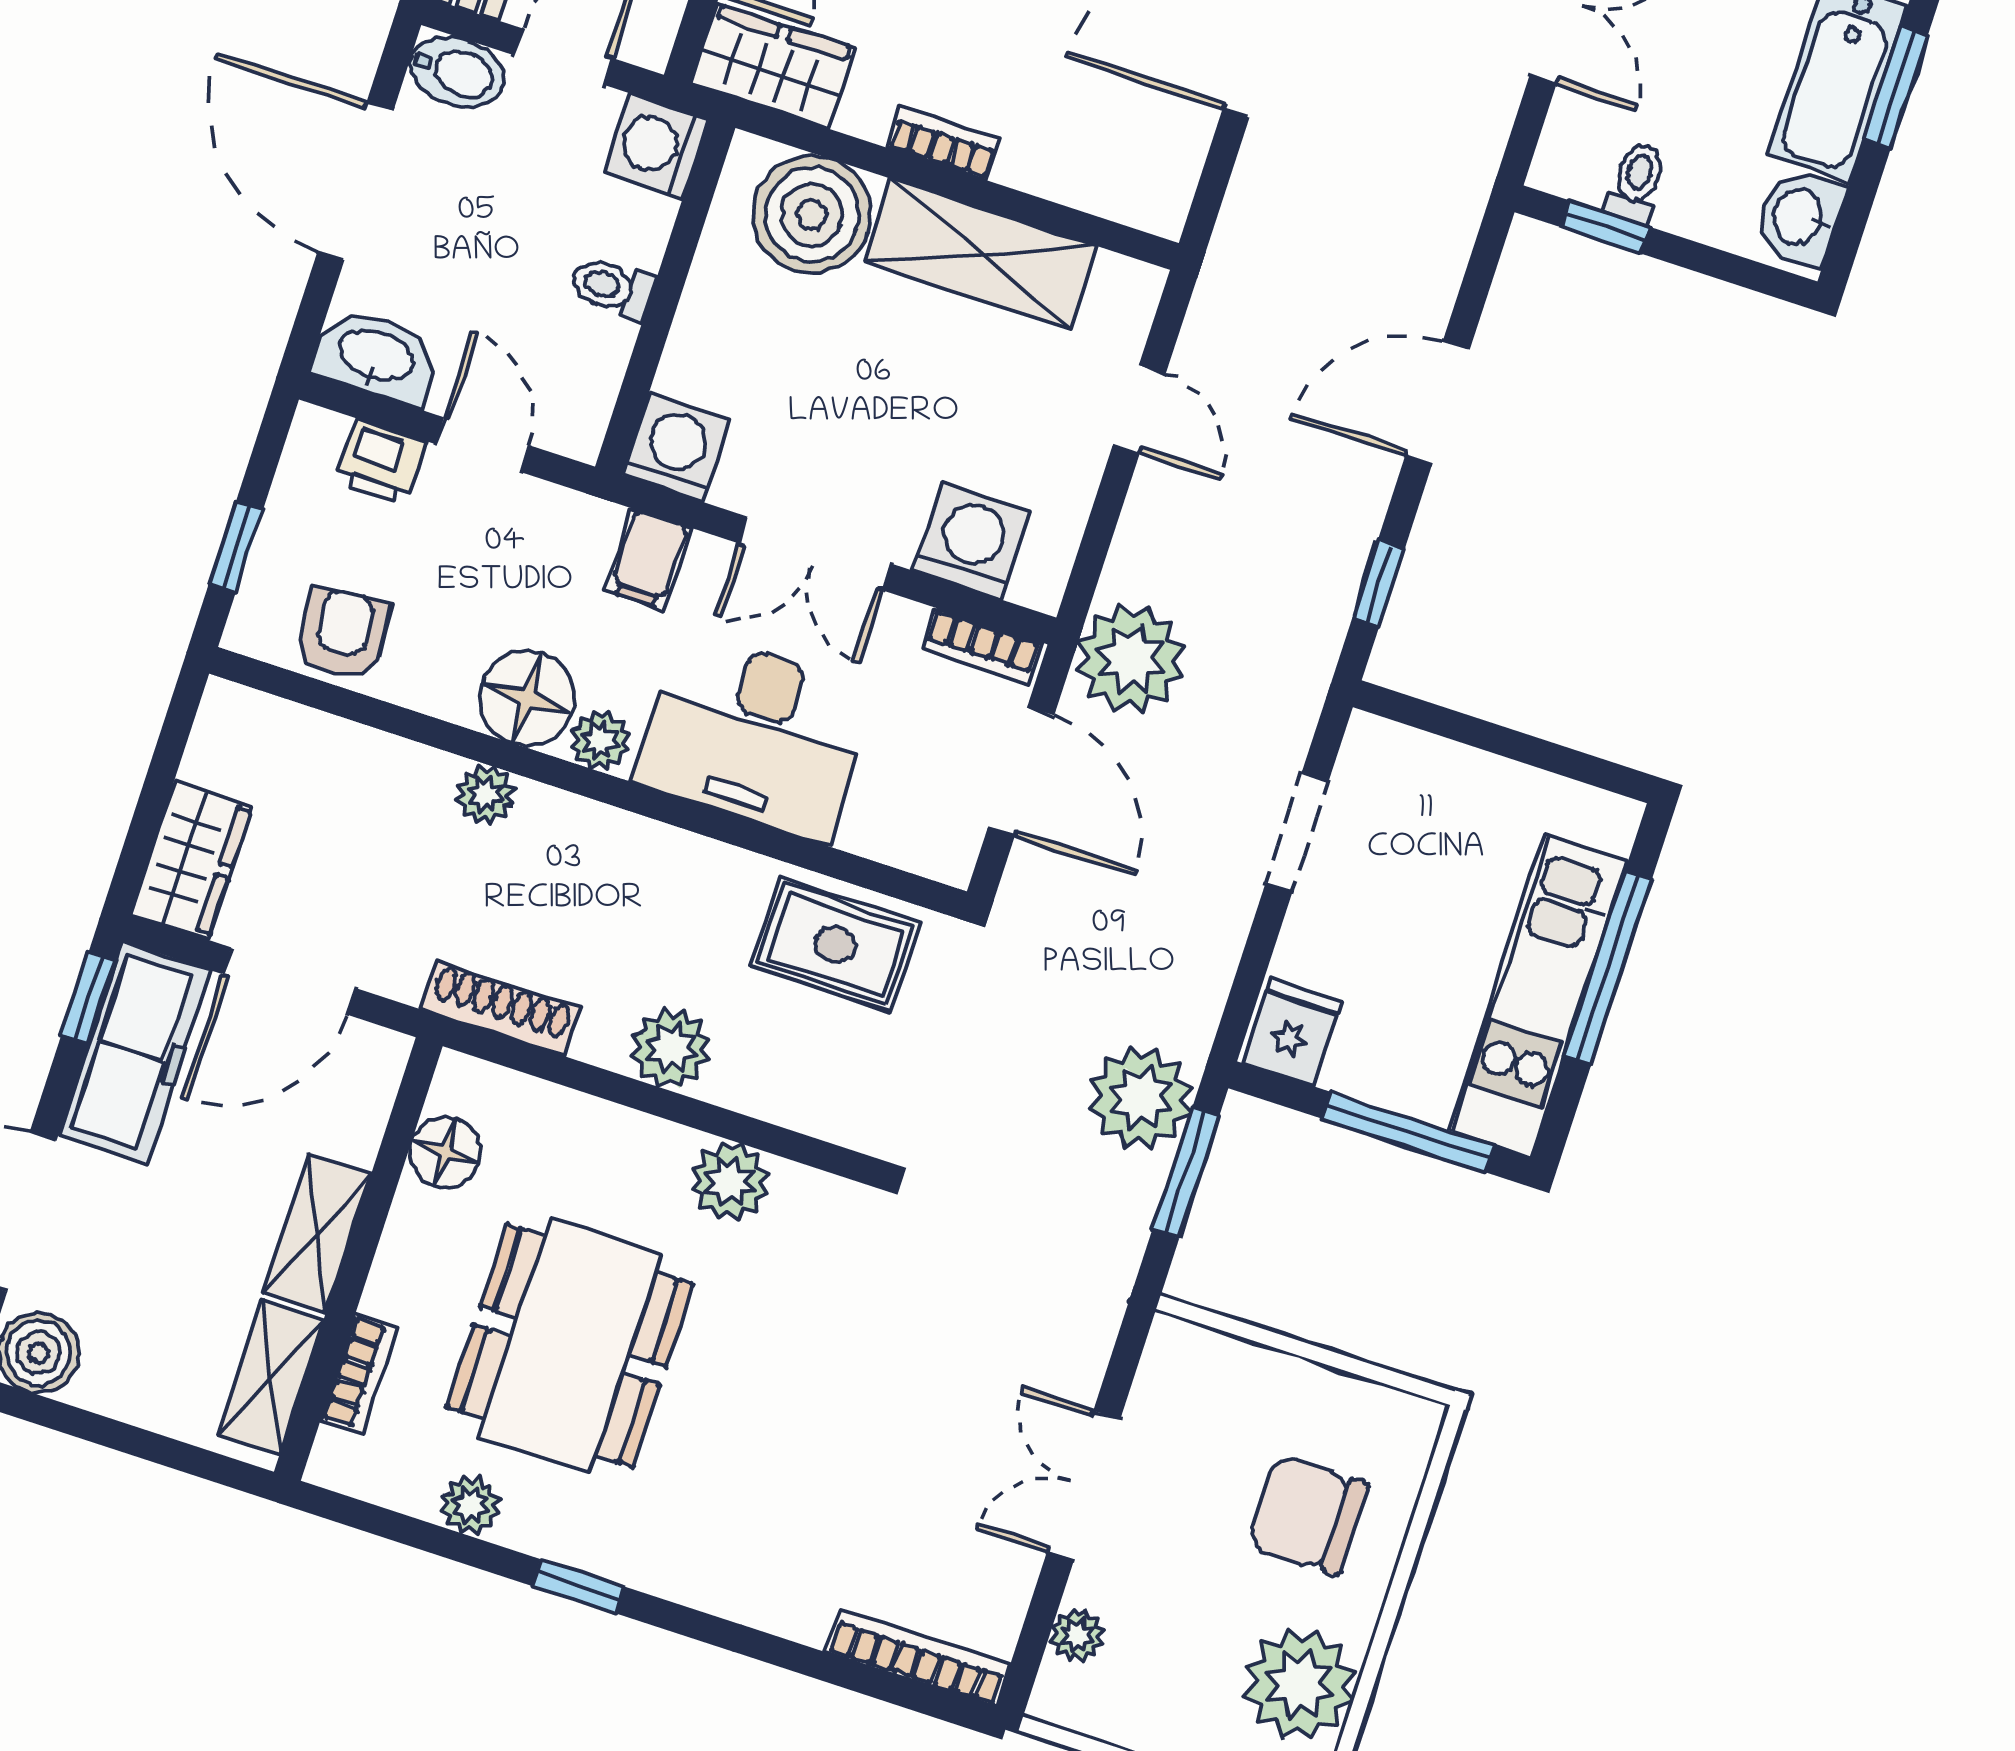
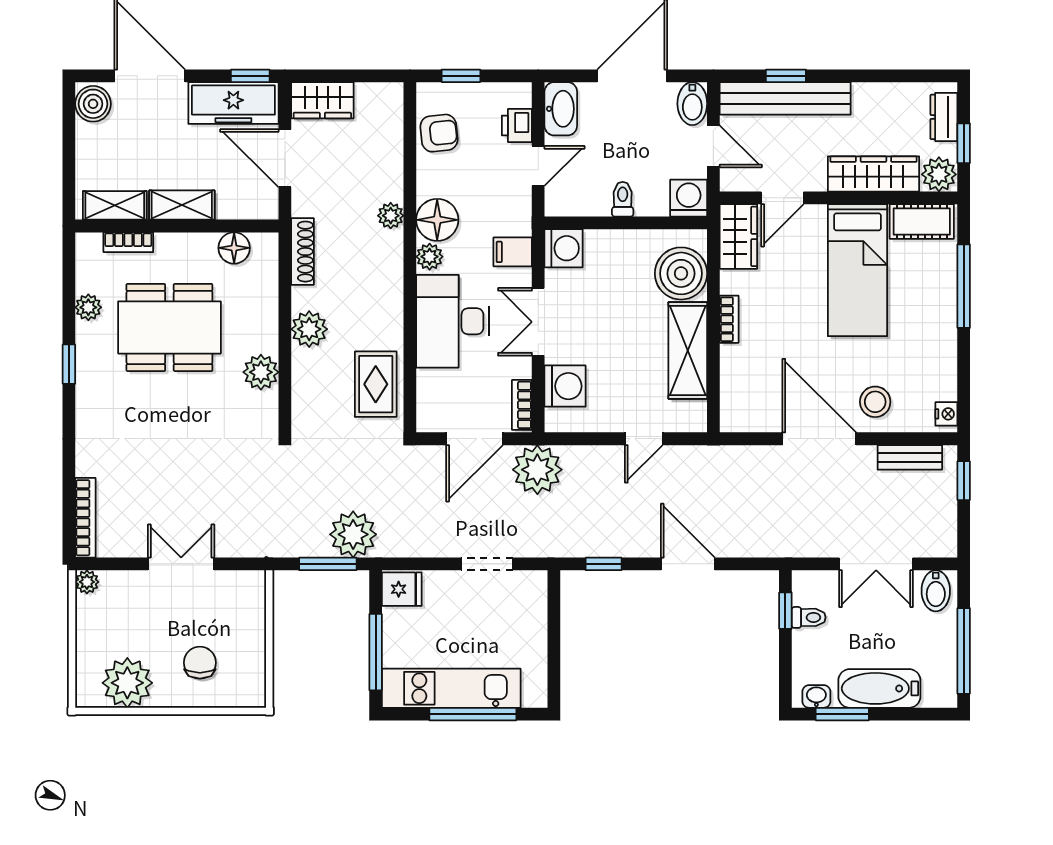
window: (1896, 87) -> (842, 714), moved
washbasin: (1800, 217) -> (816, 696), width x0.72, depth x0.69
chair: (1307, 1515) -> (200, 663), width x0.73, depth x0.73
plant: (1077, 1635) -> (87, 582), moved

